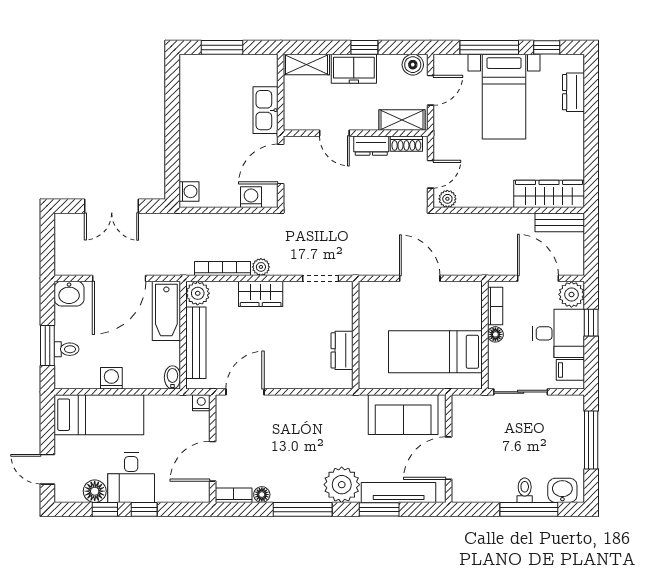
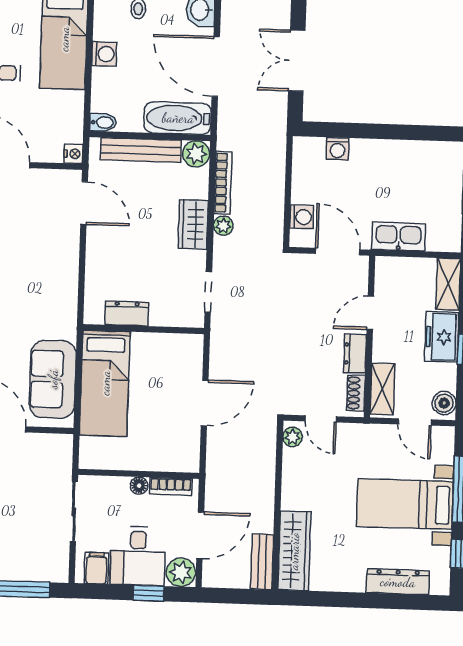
dresser: (573, 92) -> (398, 582), width x1.44
washing machine: (189, 191) -> (337, 149), moved
bed: (435, 352) -> (105, 383), moved, turned 180

